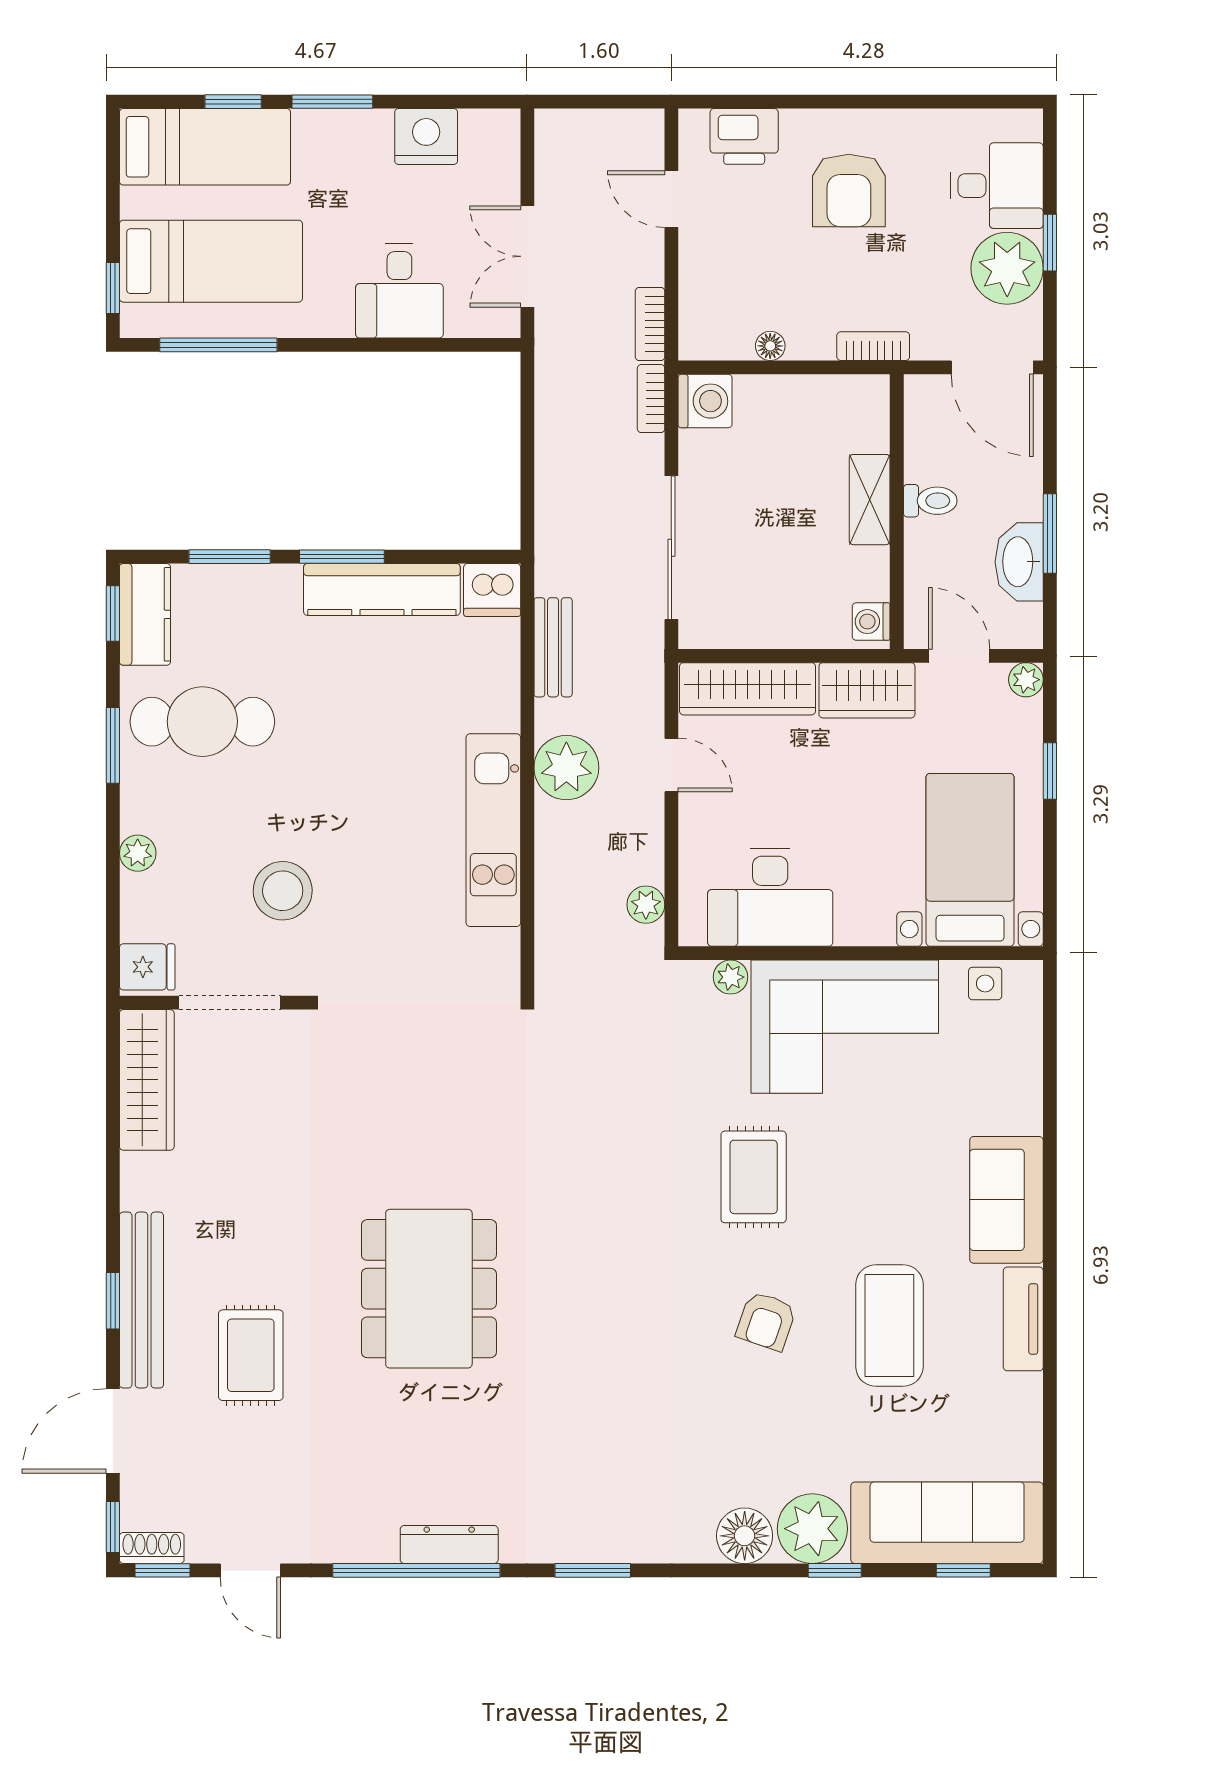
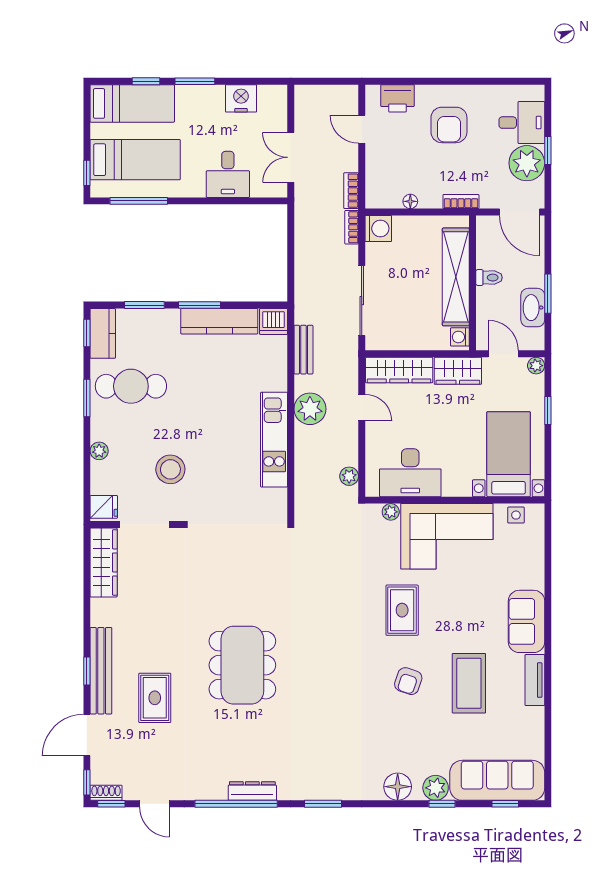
shelving: (870, 500) -> (456, 277), width x2.20, depth x1.33
plant: (812, 1529) -> (436, 788), width x0.73, depth x0.73

